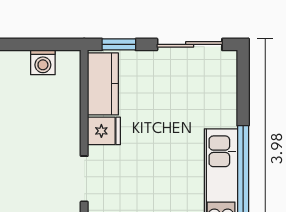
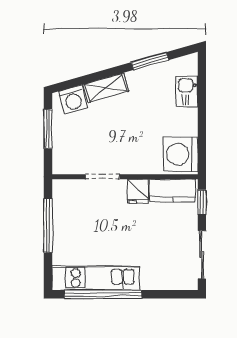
washing machine: (43, 62) -> (180, 154), width x1.89, depth x1.89

